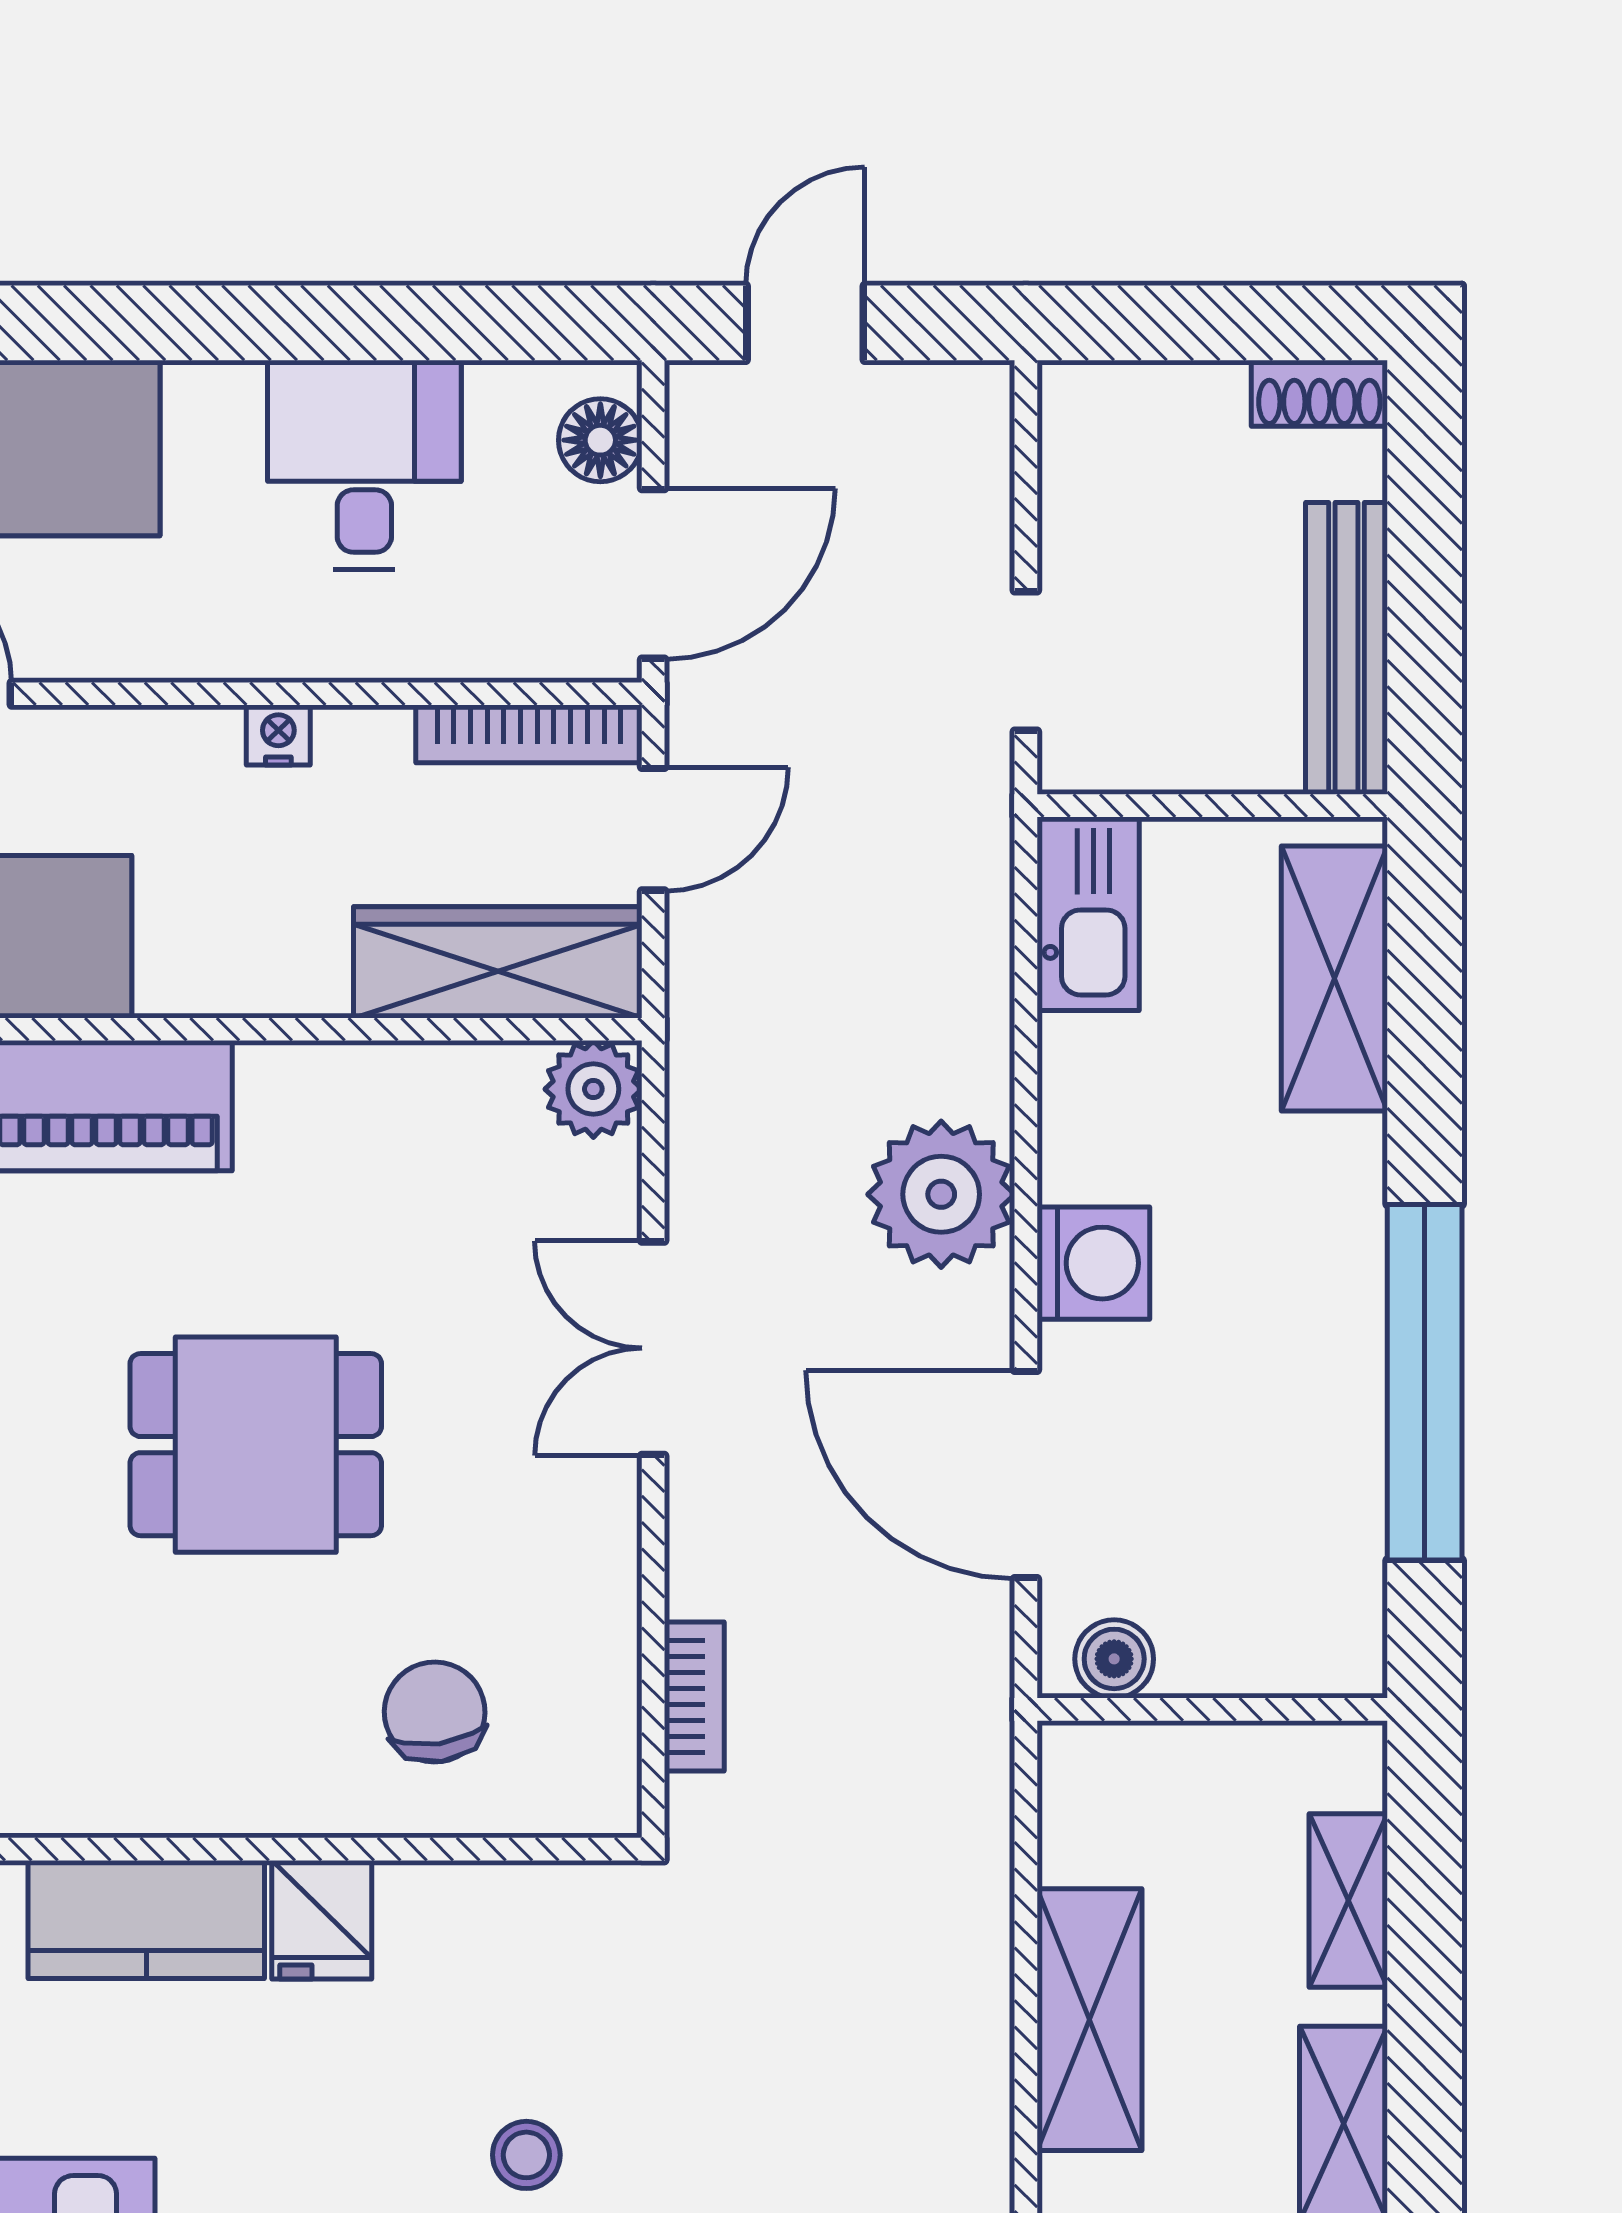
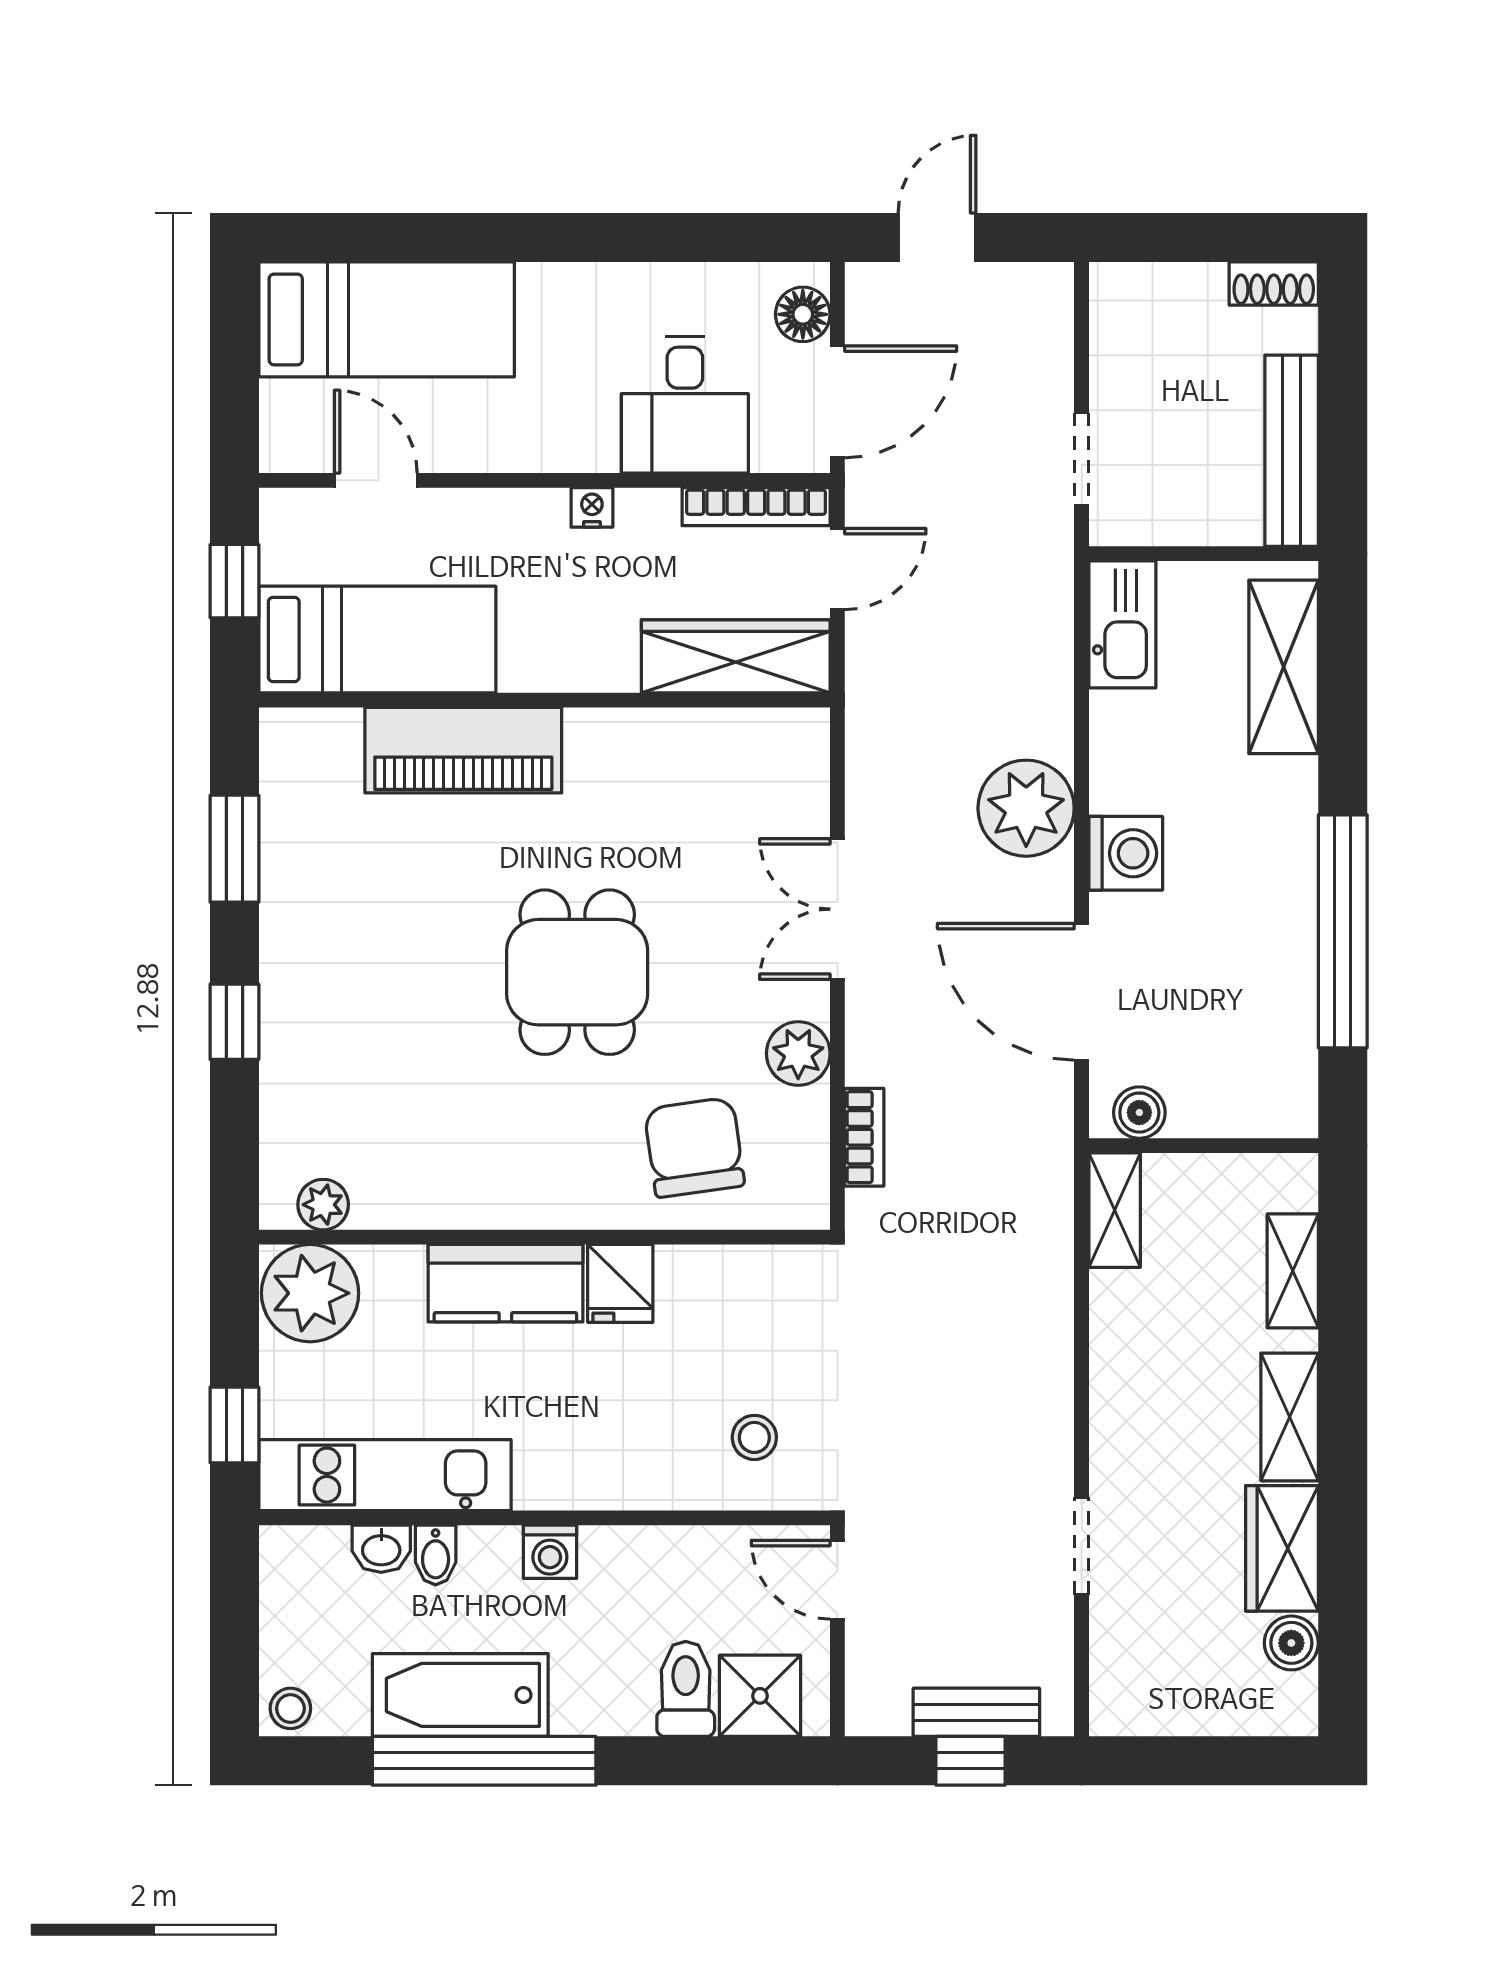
desk: (364, 465) -> (685, 405), moved, turned 180
plant: (593, 1089) -> (798, 1054), moved
dining table: (256, 1445) -> (577, 972), turned 90
chair: (435, 1712) -> (694, 1147), width x1.37, depth x1.37
shelving: (1089, 2020) -> (1115, 1210), moved, width x0.67, depth x0.75

